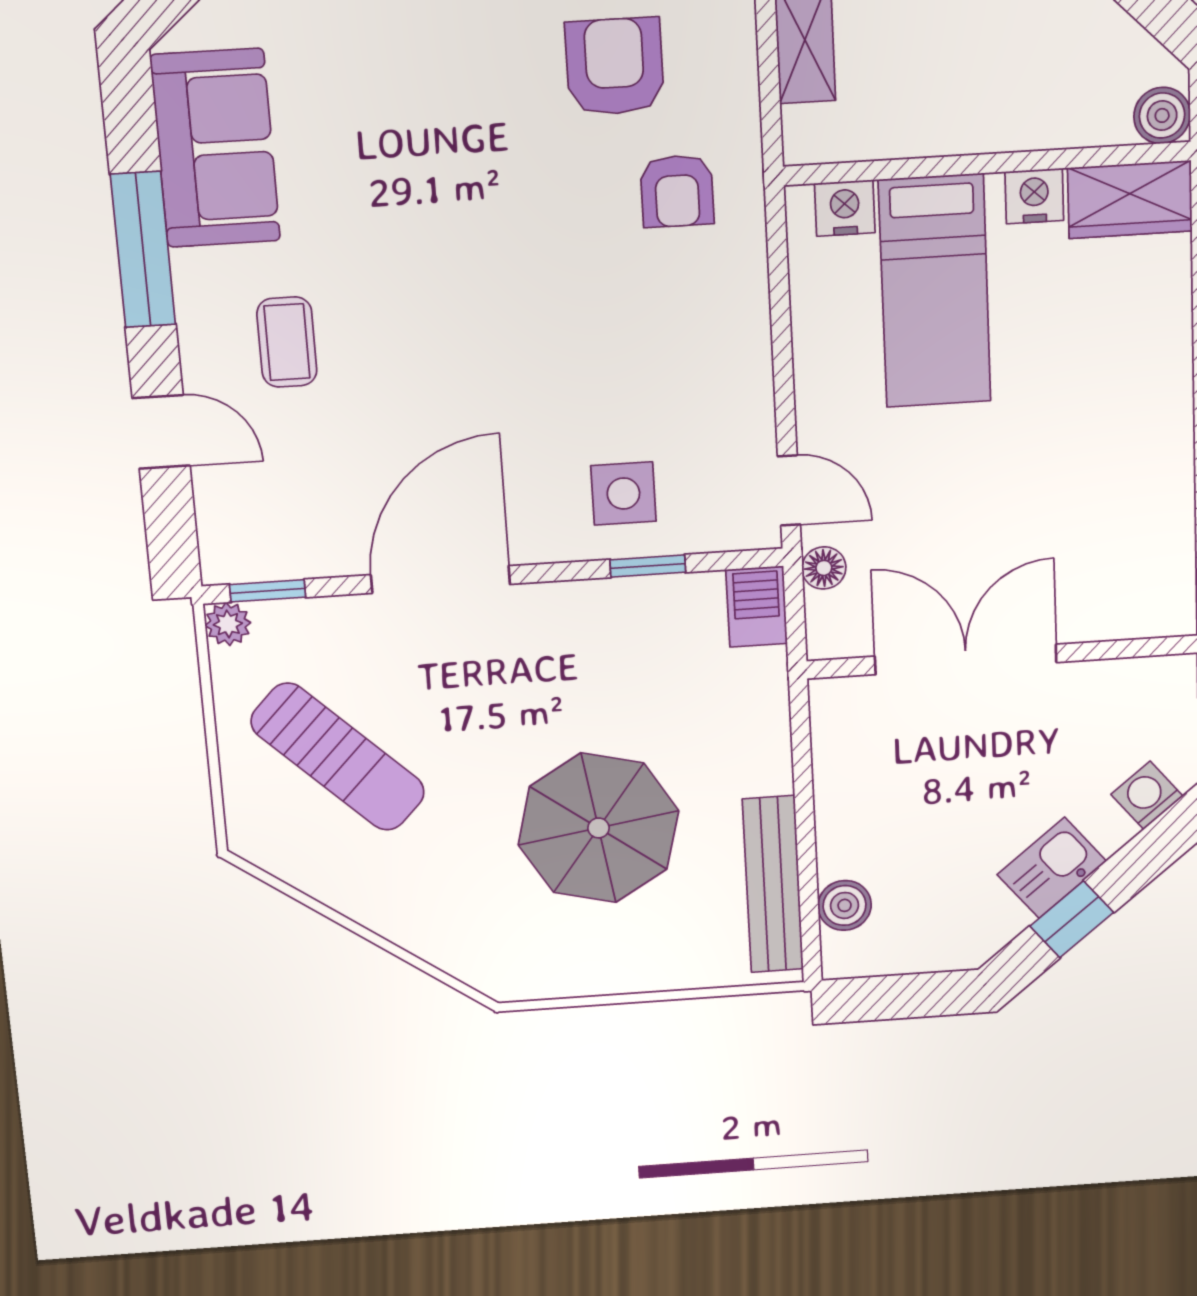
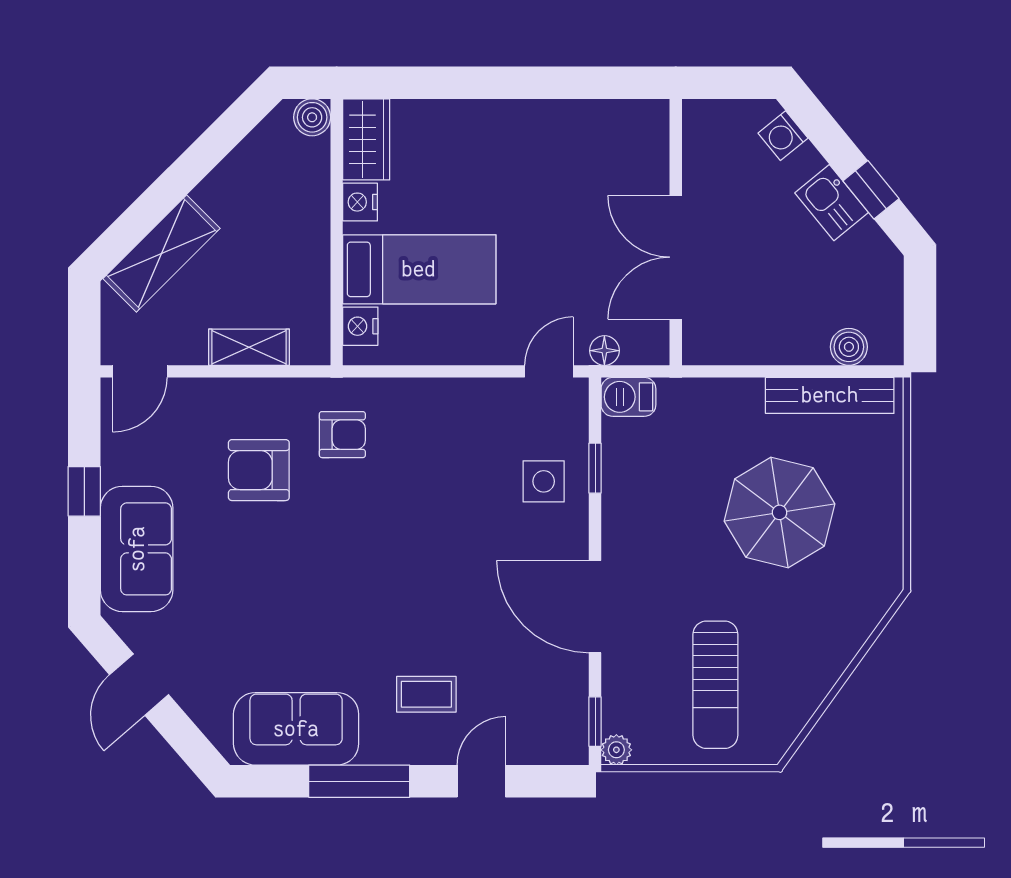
sun lounger: (338, 757) -> (715, 685), turned 136

